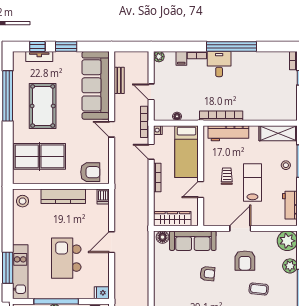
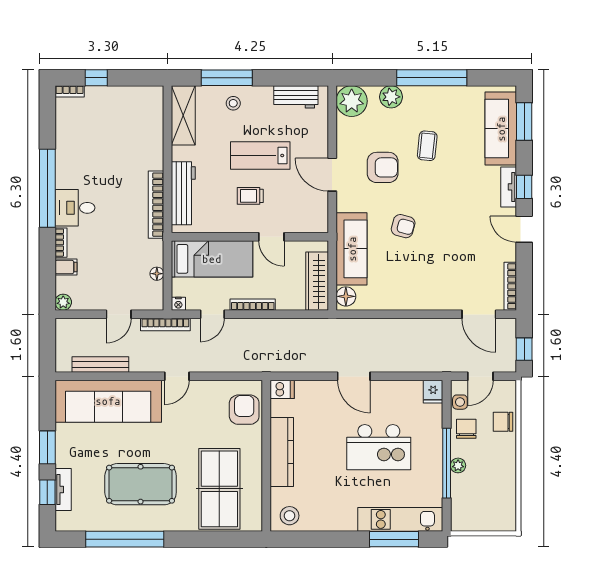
bench: (119, 80) -> (100, 365), width x1.36
armchair: (207, 274) -> (403, 226), turned 100

